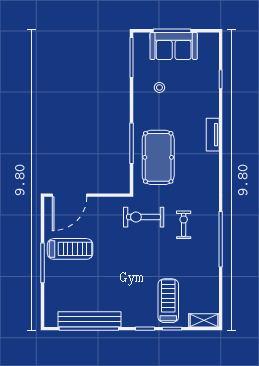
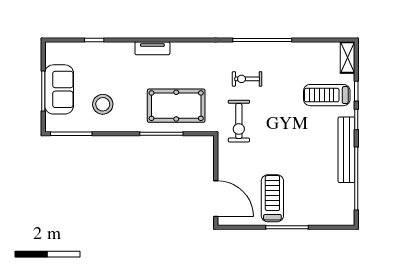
stool: (159, 87) -> (103, 104), width x1.89, depth x1.89
bench: (90, 319) -> (346, 150), moved

